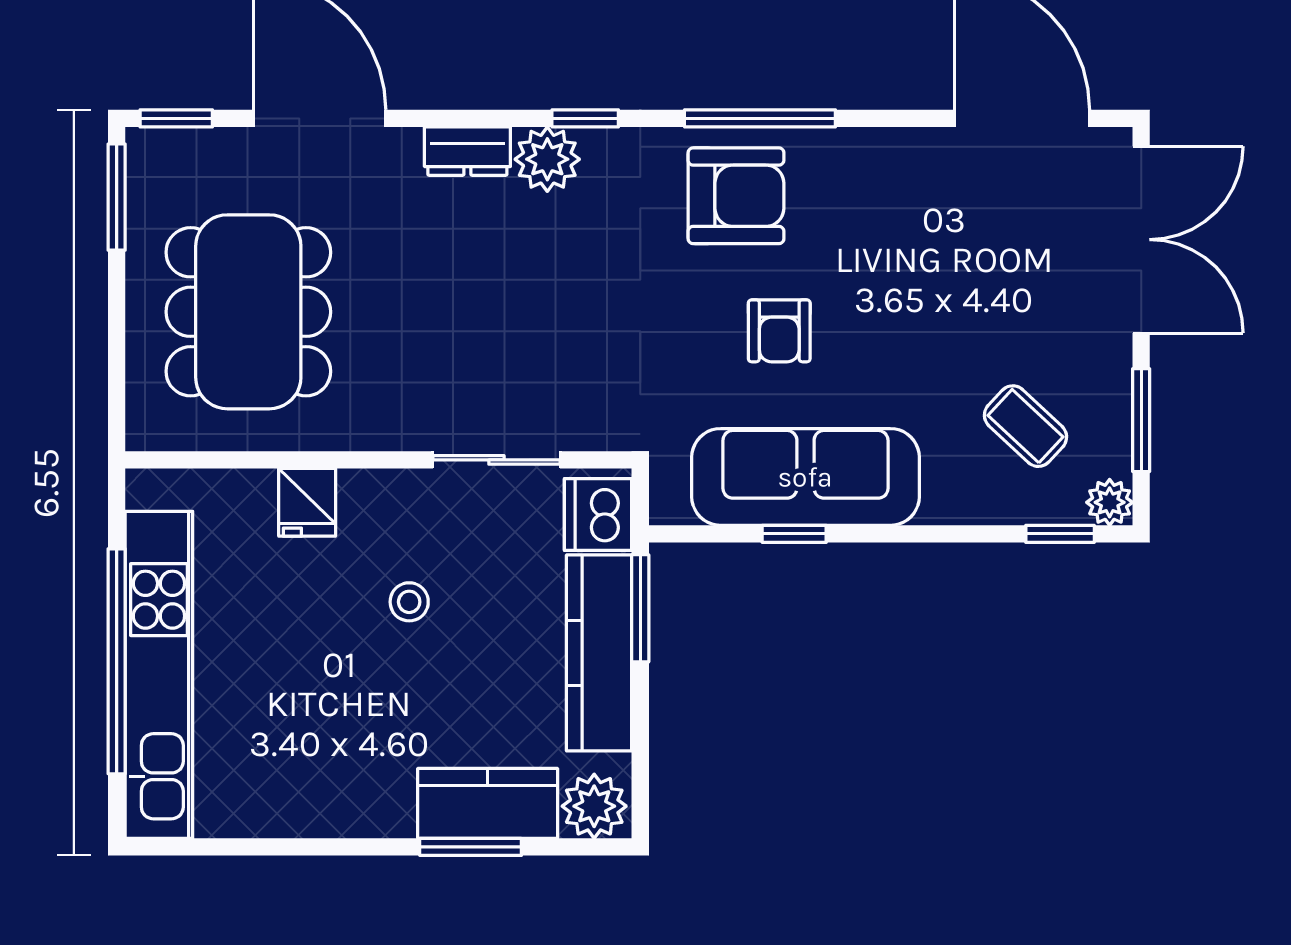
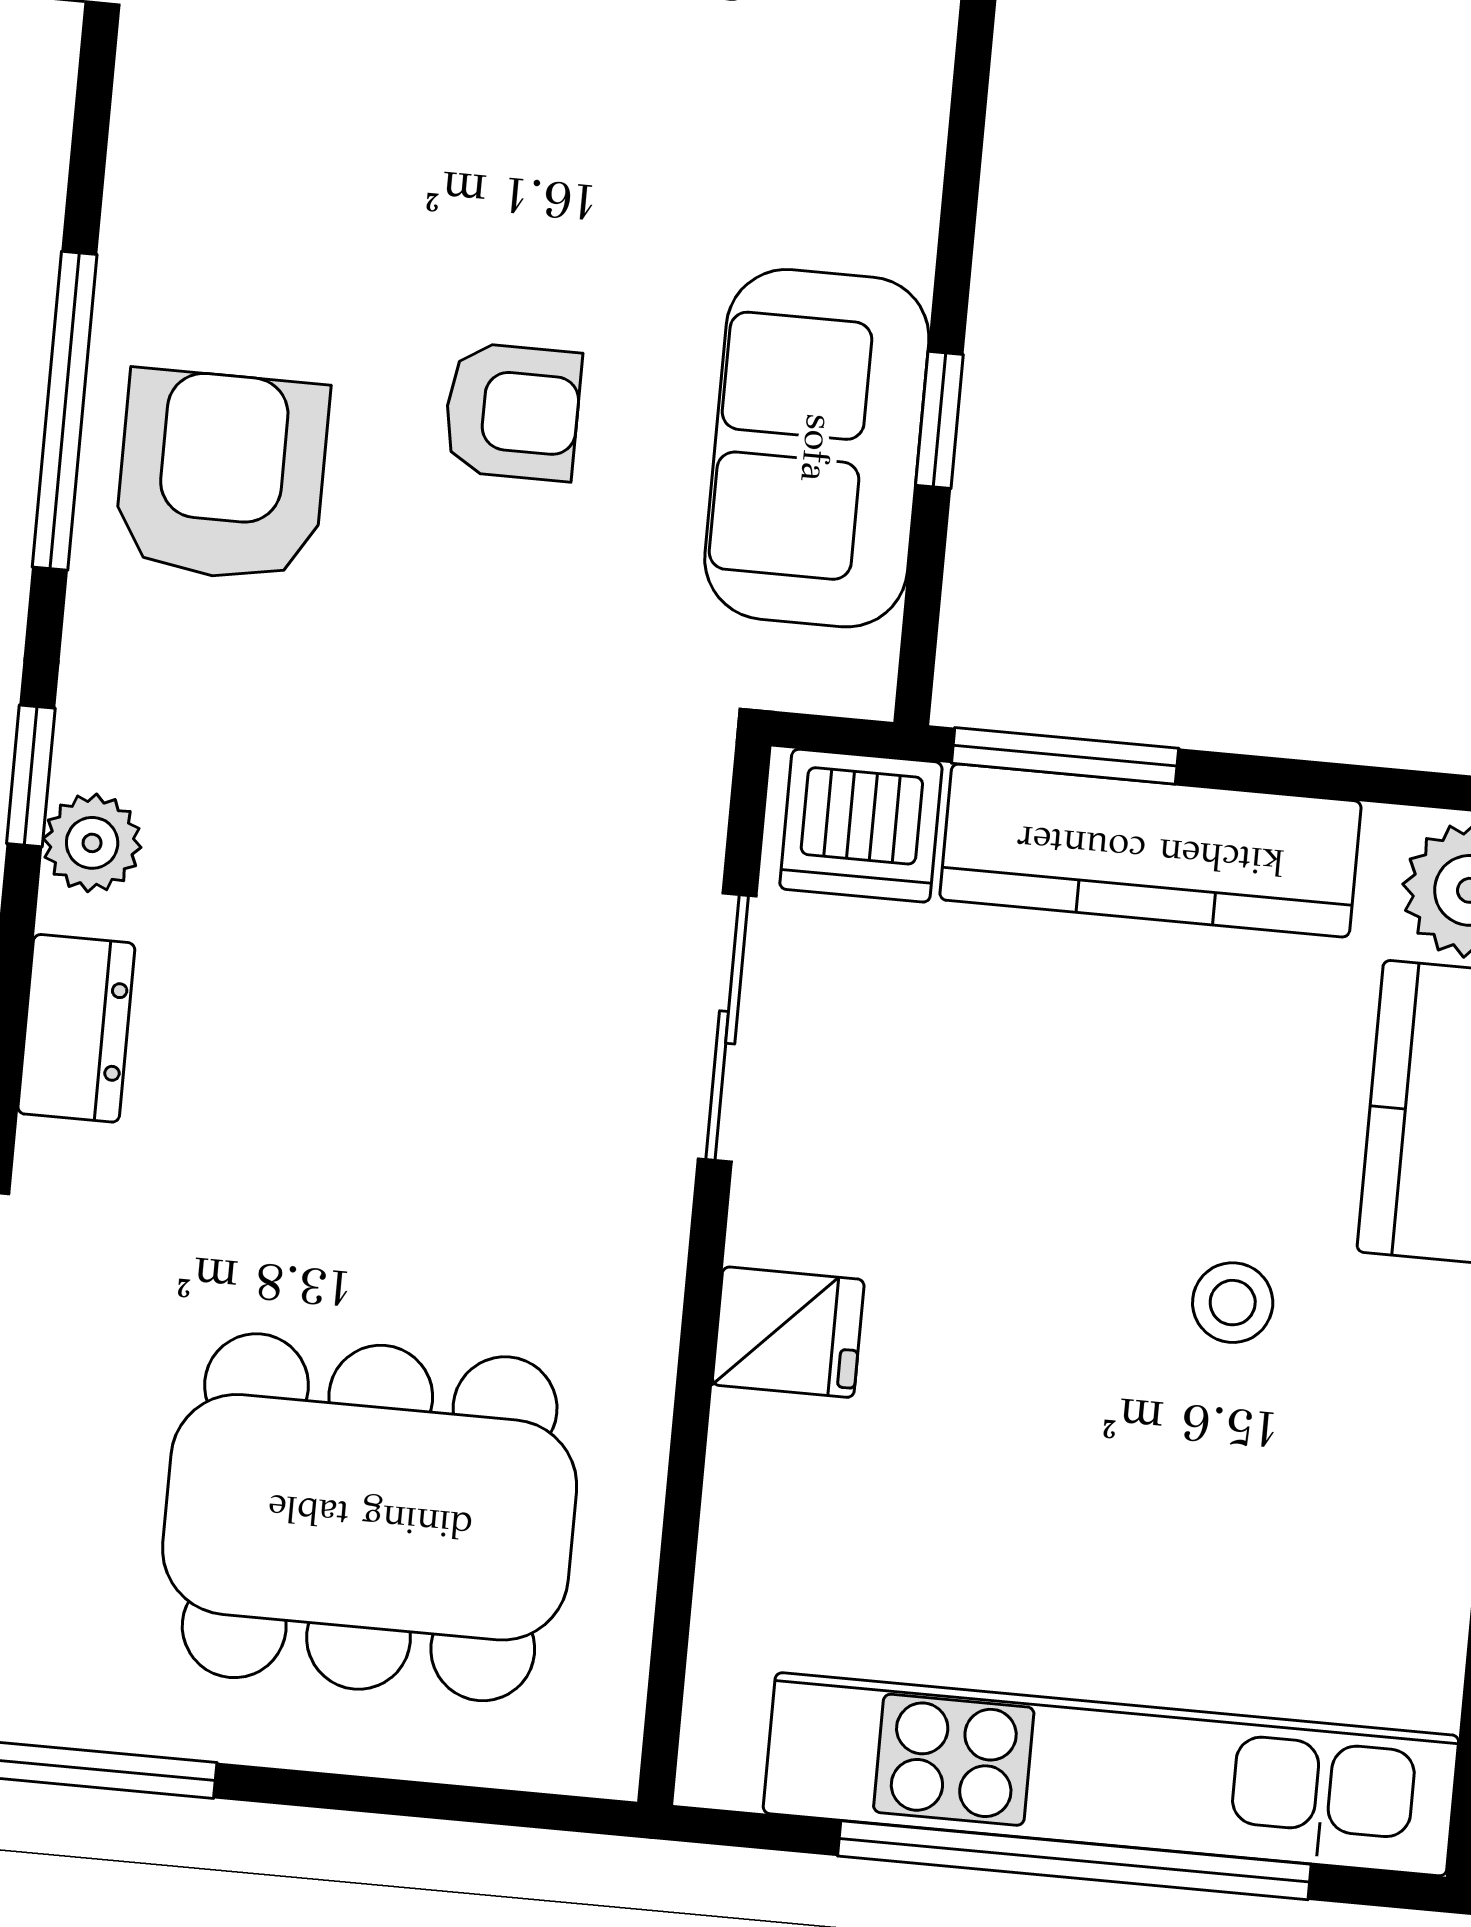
plant: (547, 159) -> (92, 843), width x0.73, depth x0.73
sofa: (805, 477) -> (817, 448), width x0.73
fridge: (307, 502) -> (788, 1332), moved
stool: (409, 602) -> (1233, 1303), moved

